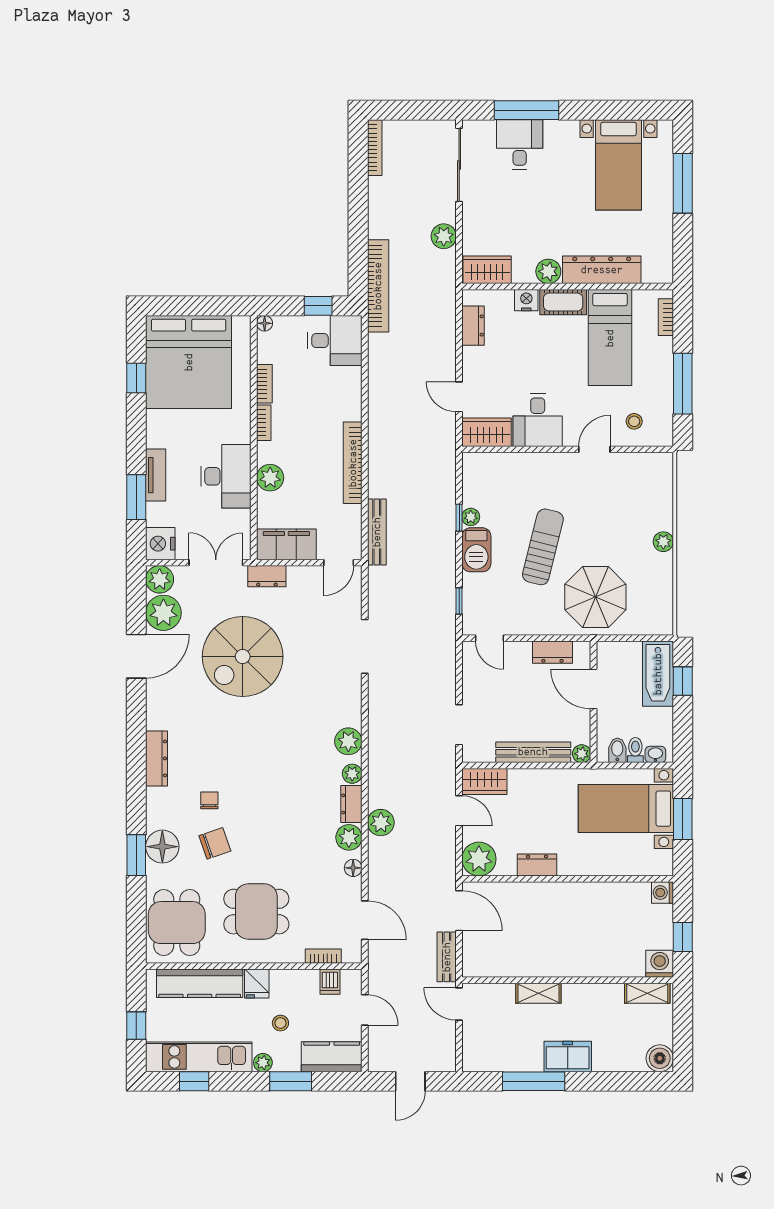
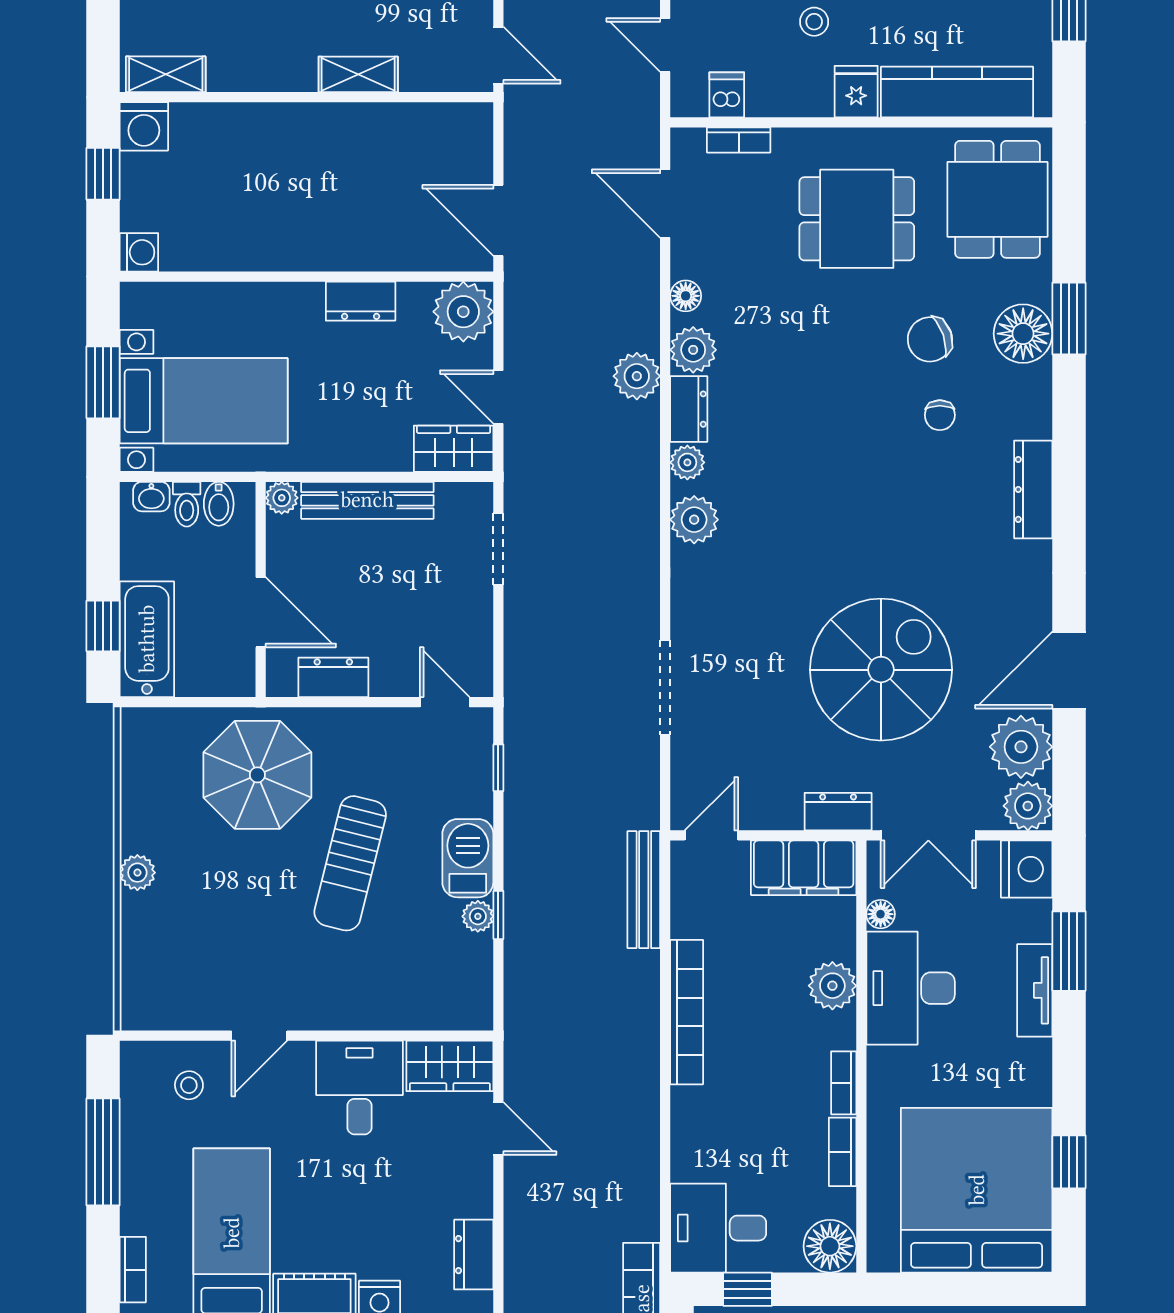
floor lamp: (265, 323) -> (830, 1246), width x1.89, depth x1.89
floor lamp: (243, 518) -> (881, 914), added
bench: (447, 957) -> (520, 139), removed

